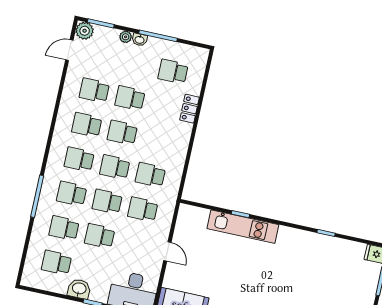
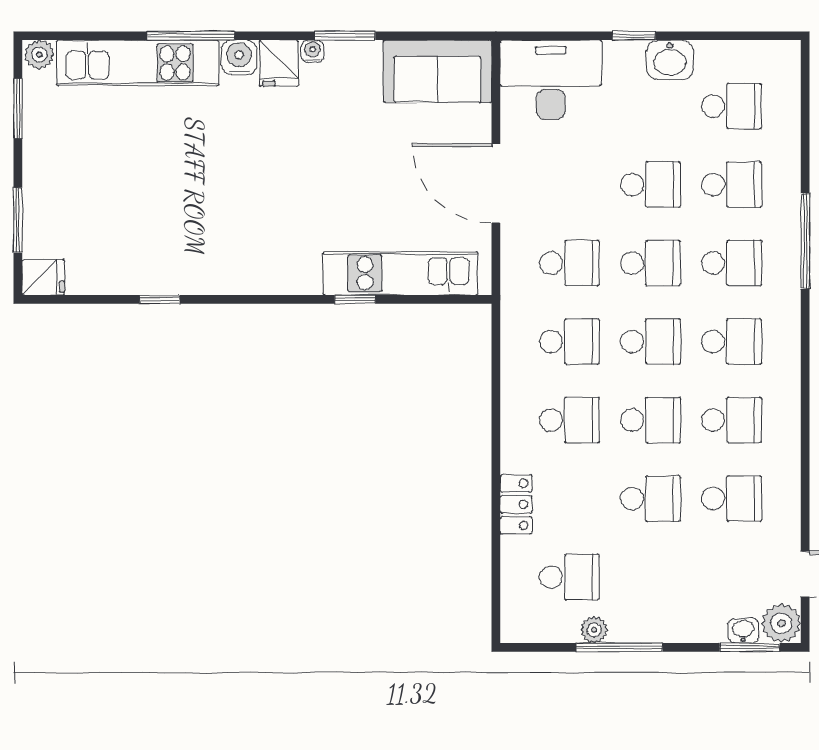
plant: (126, 37) -> (594, 630), moved
washbasin: (140, 40) -> (743, 631), moved
school desk: (158, 140) -> (569, 420), added
kitchen unit: (243, 227) -> (401, 273), moved
door: (167, 251) -> (496, 183), width x1.87

